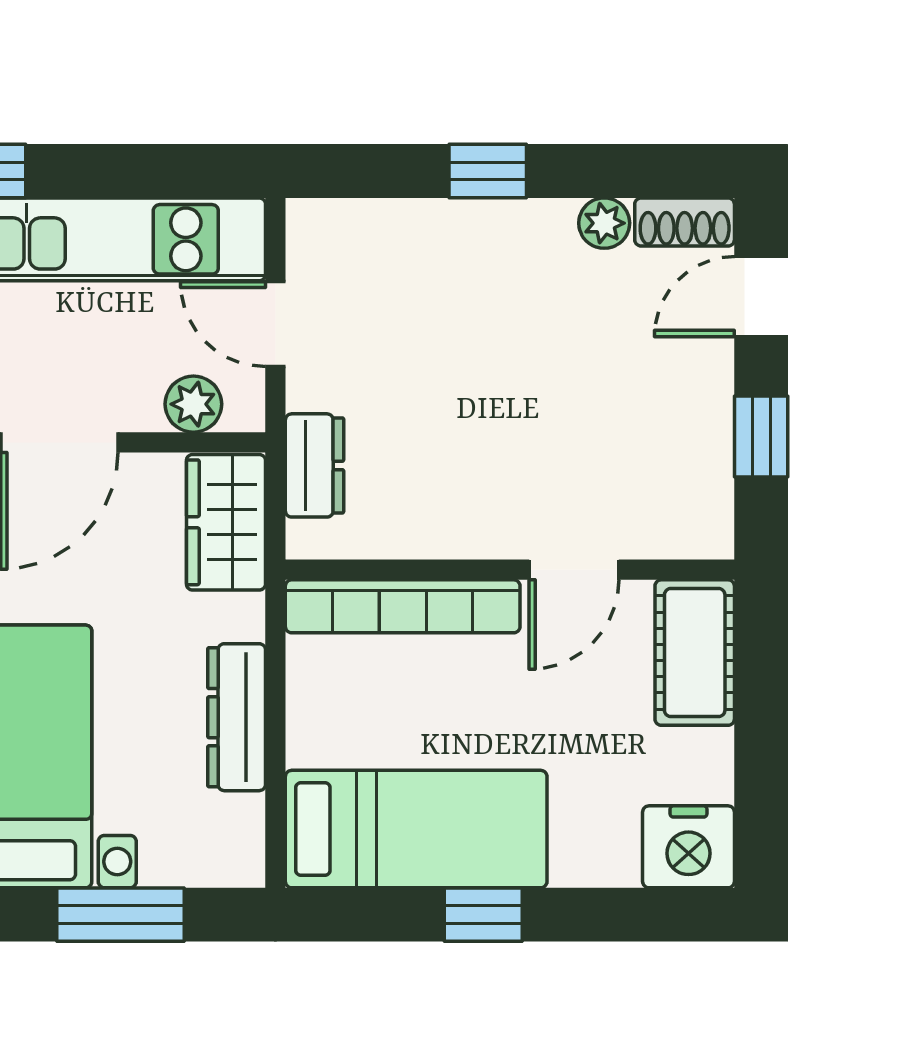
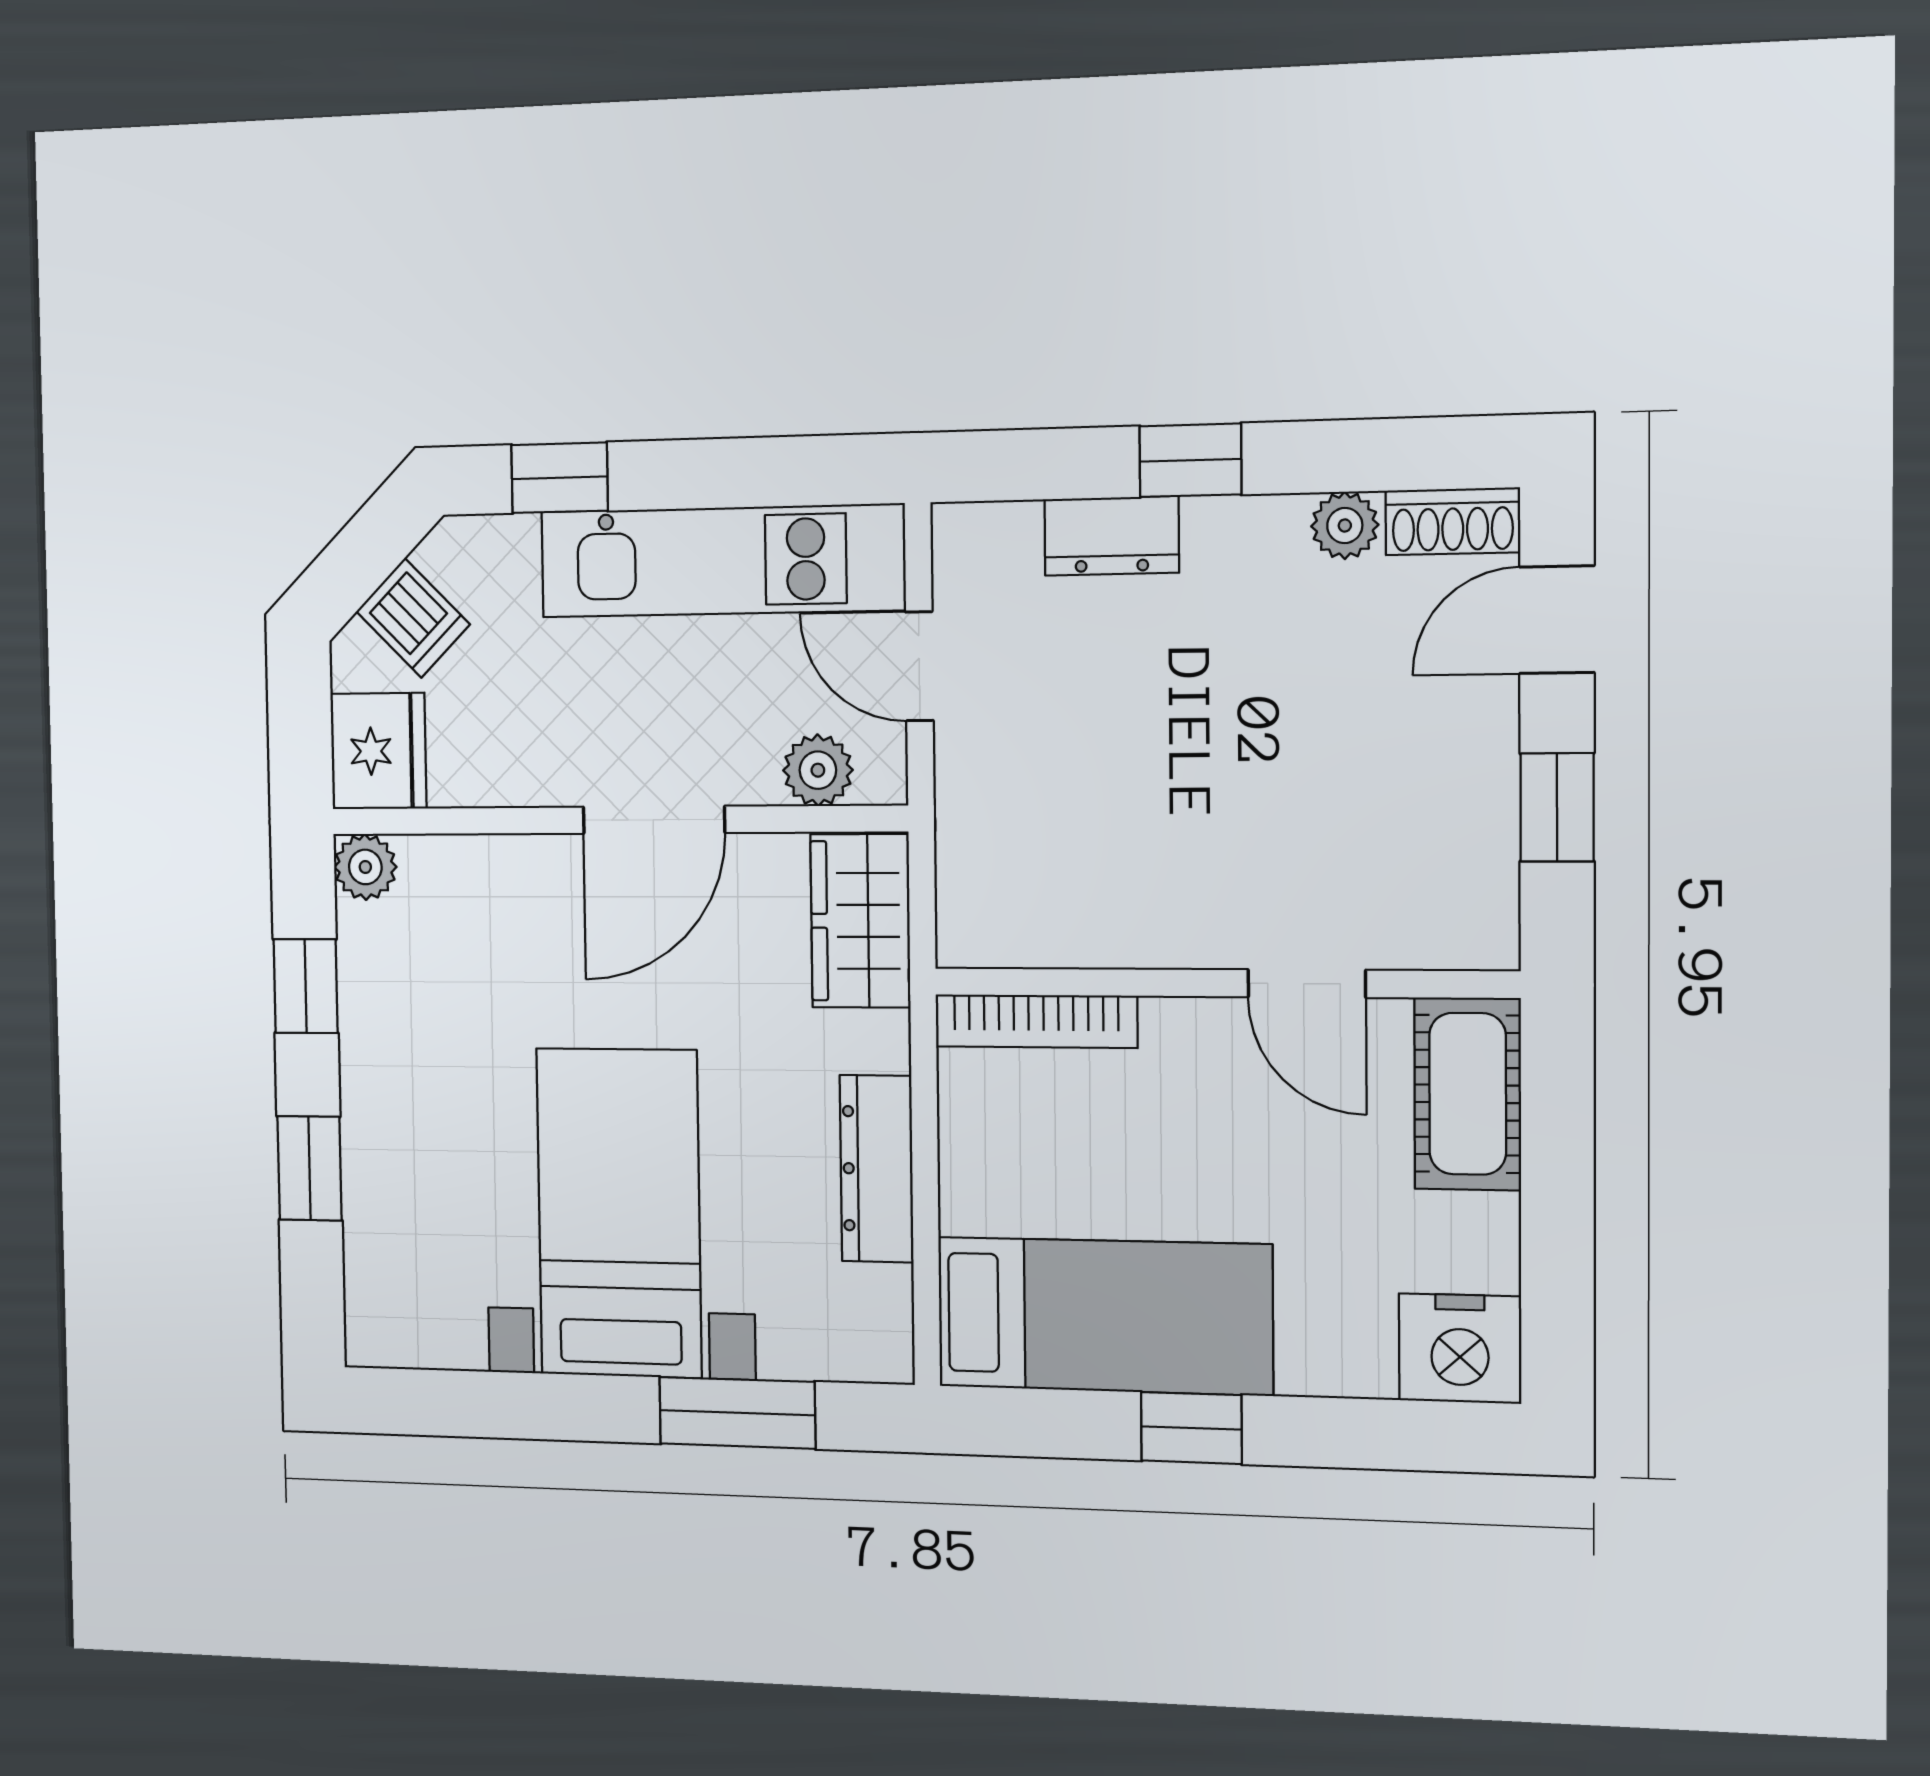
dresser: (315, 465) -> (1112, 536), moved, turned 90
door: (574, 570) -> (1307, 984), hinge flipped
bookcase: (403, 606) -> (1036, 1021), width x0.68, depth x0.76

